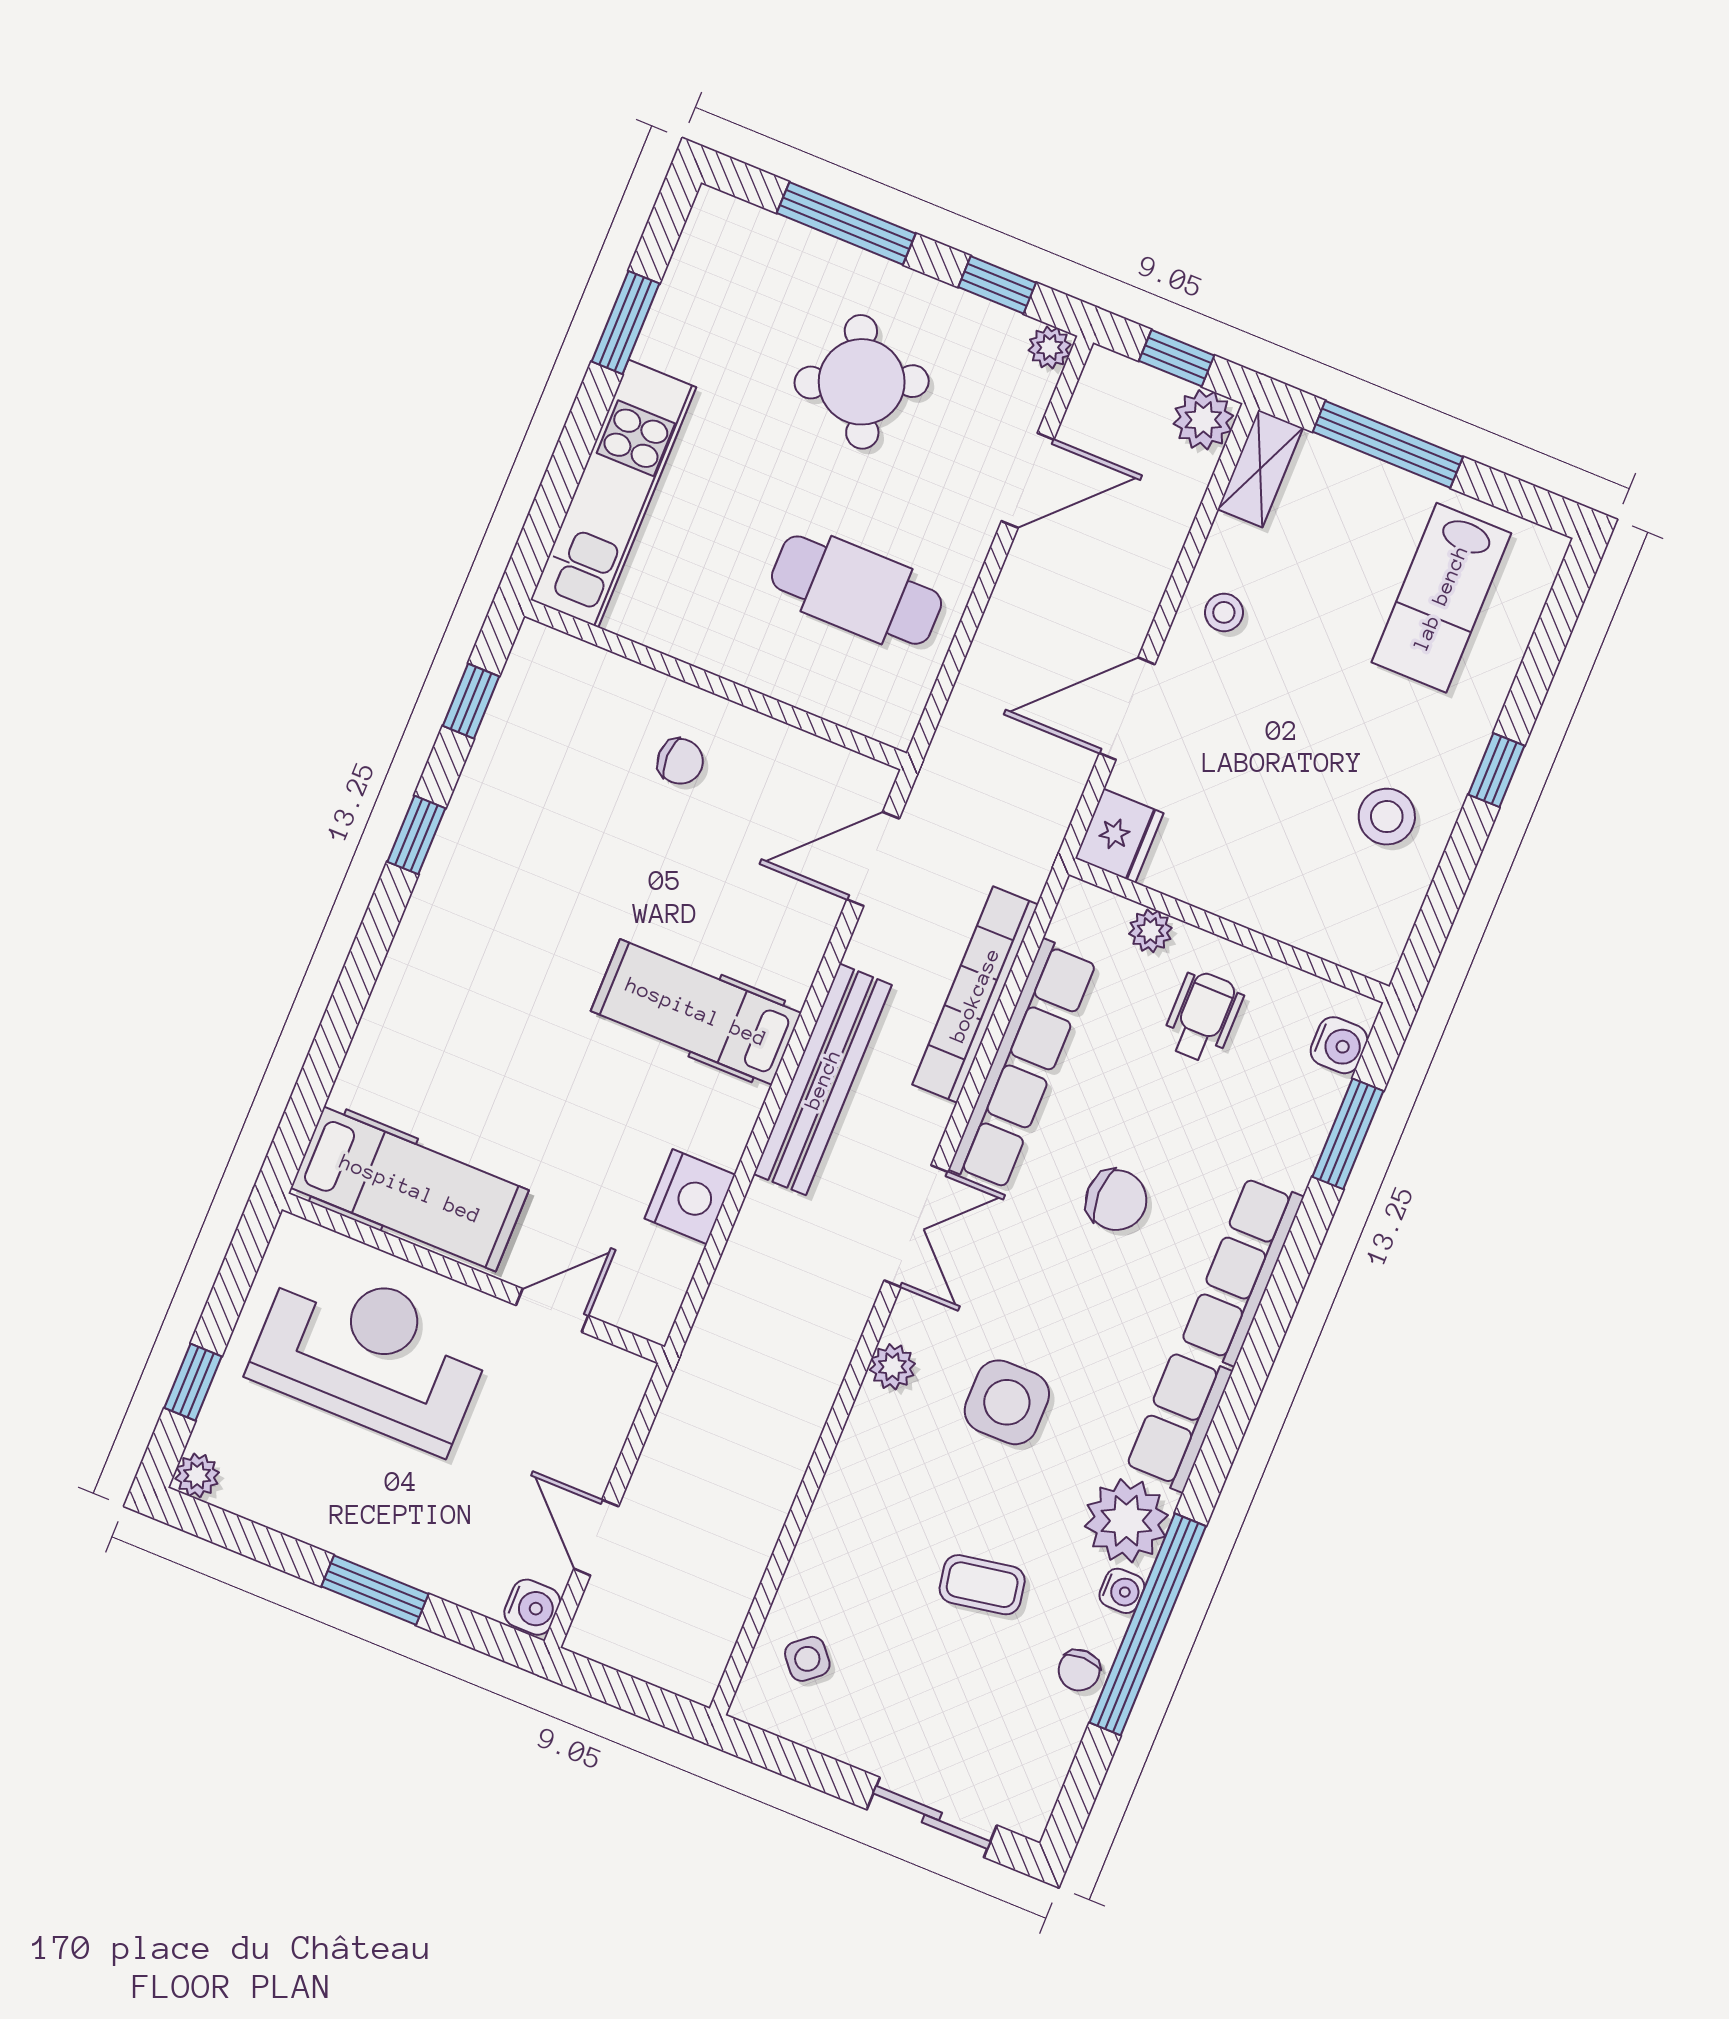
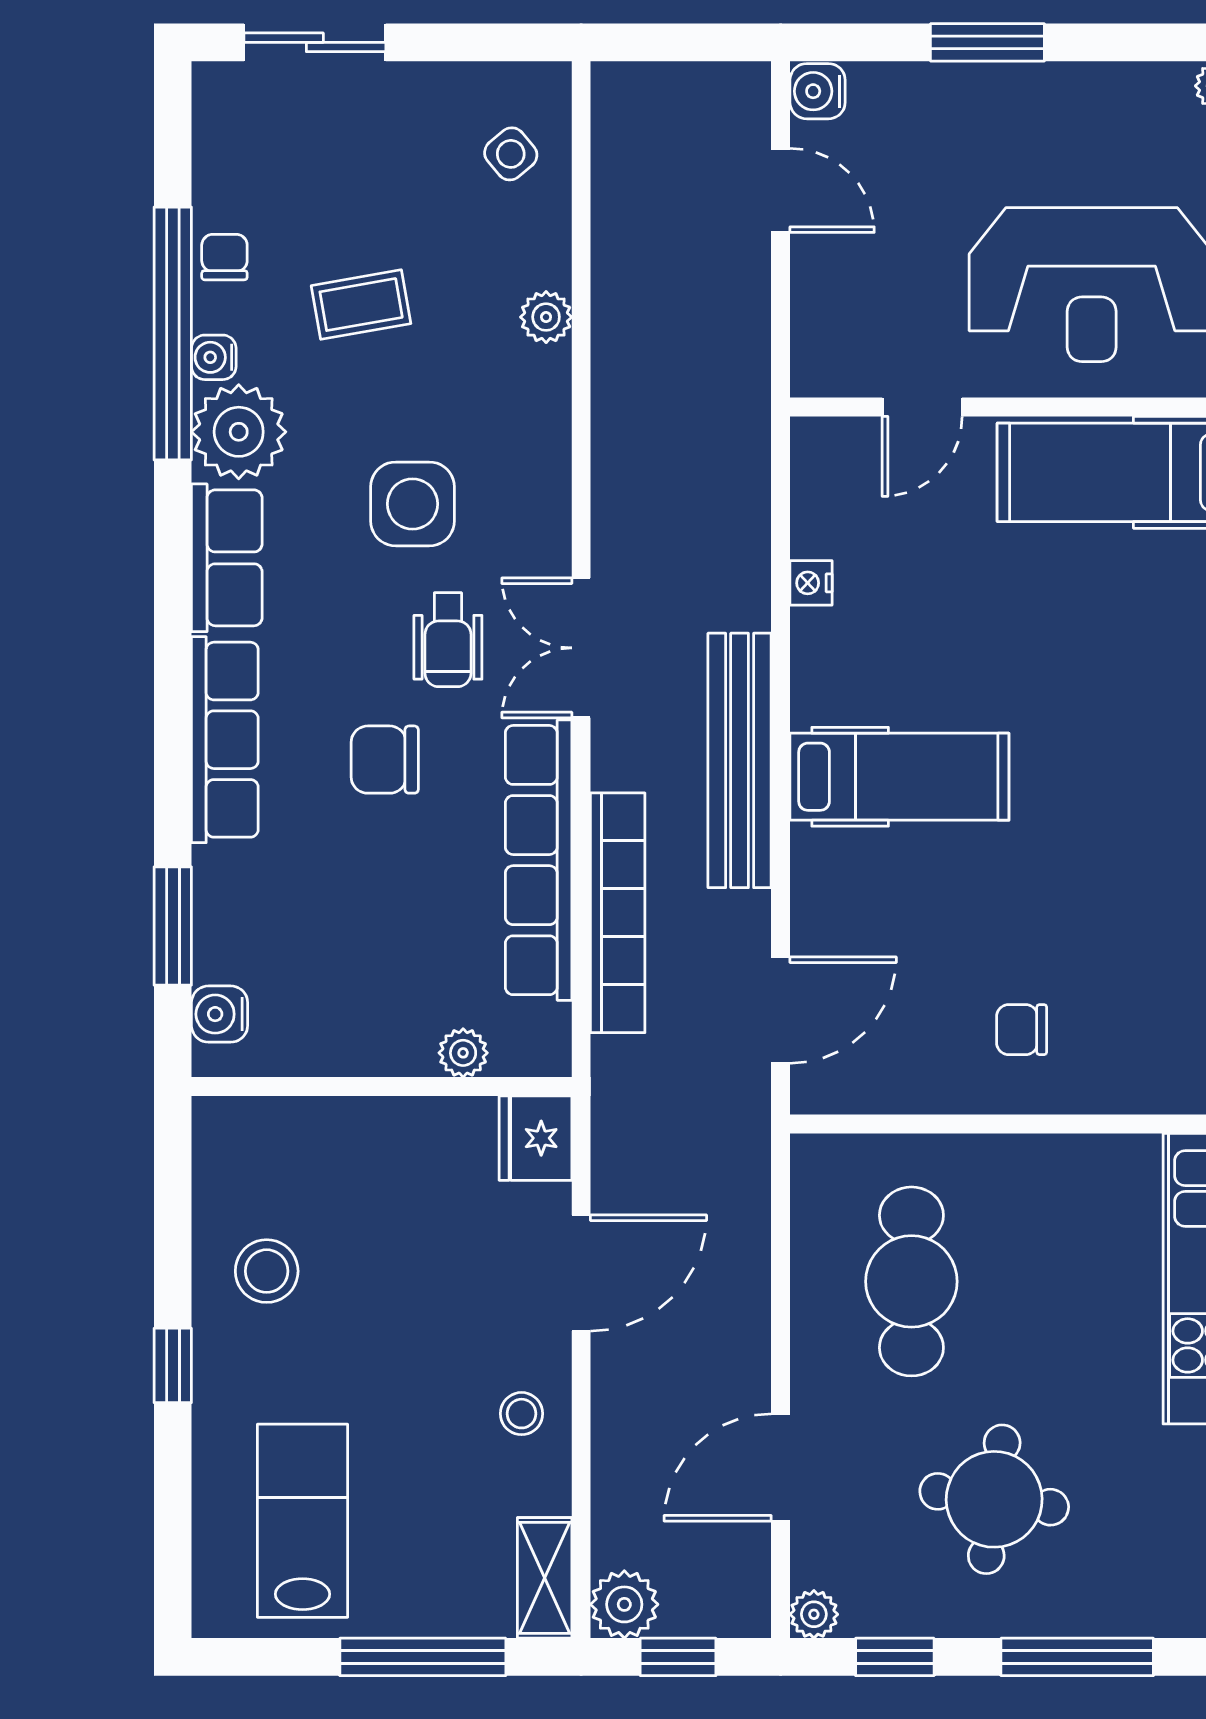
round table: (862, 382) -> (994, 1499), turned 31
cafe table: (857, 590) -> (911, 1281), turned 90
wheelchair: (1203, 1017) -> (448, 640), moved
nightstand: (690, 1197) -> (811, 583), width x0.53, depth x0.56
plant: (892, 1367) -> (546, 317), moved

